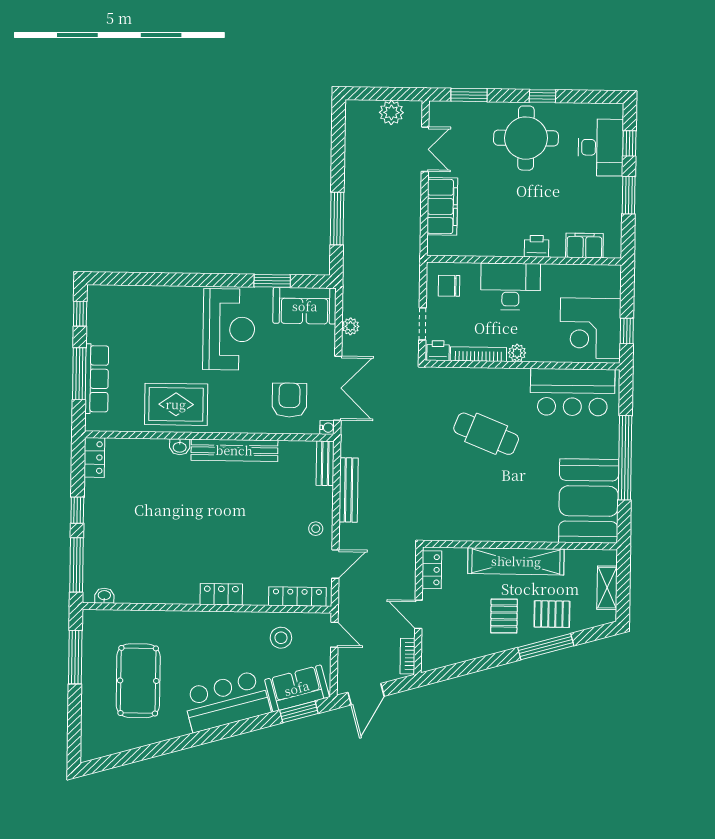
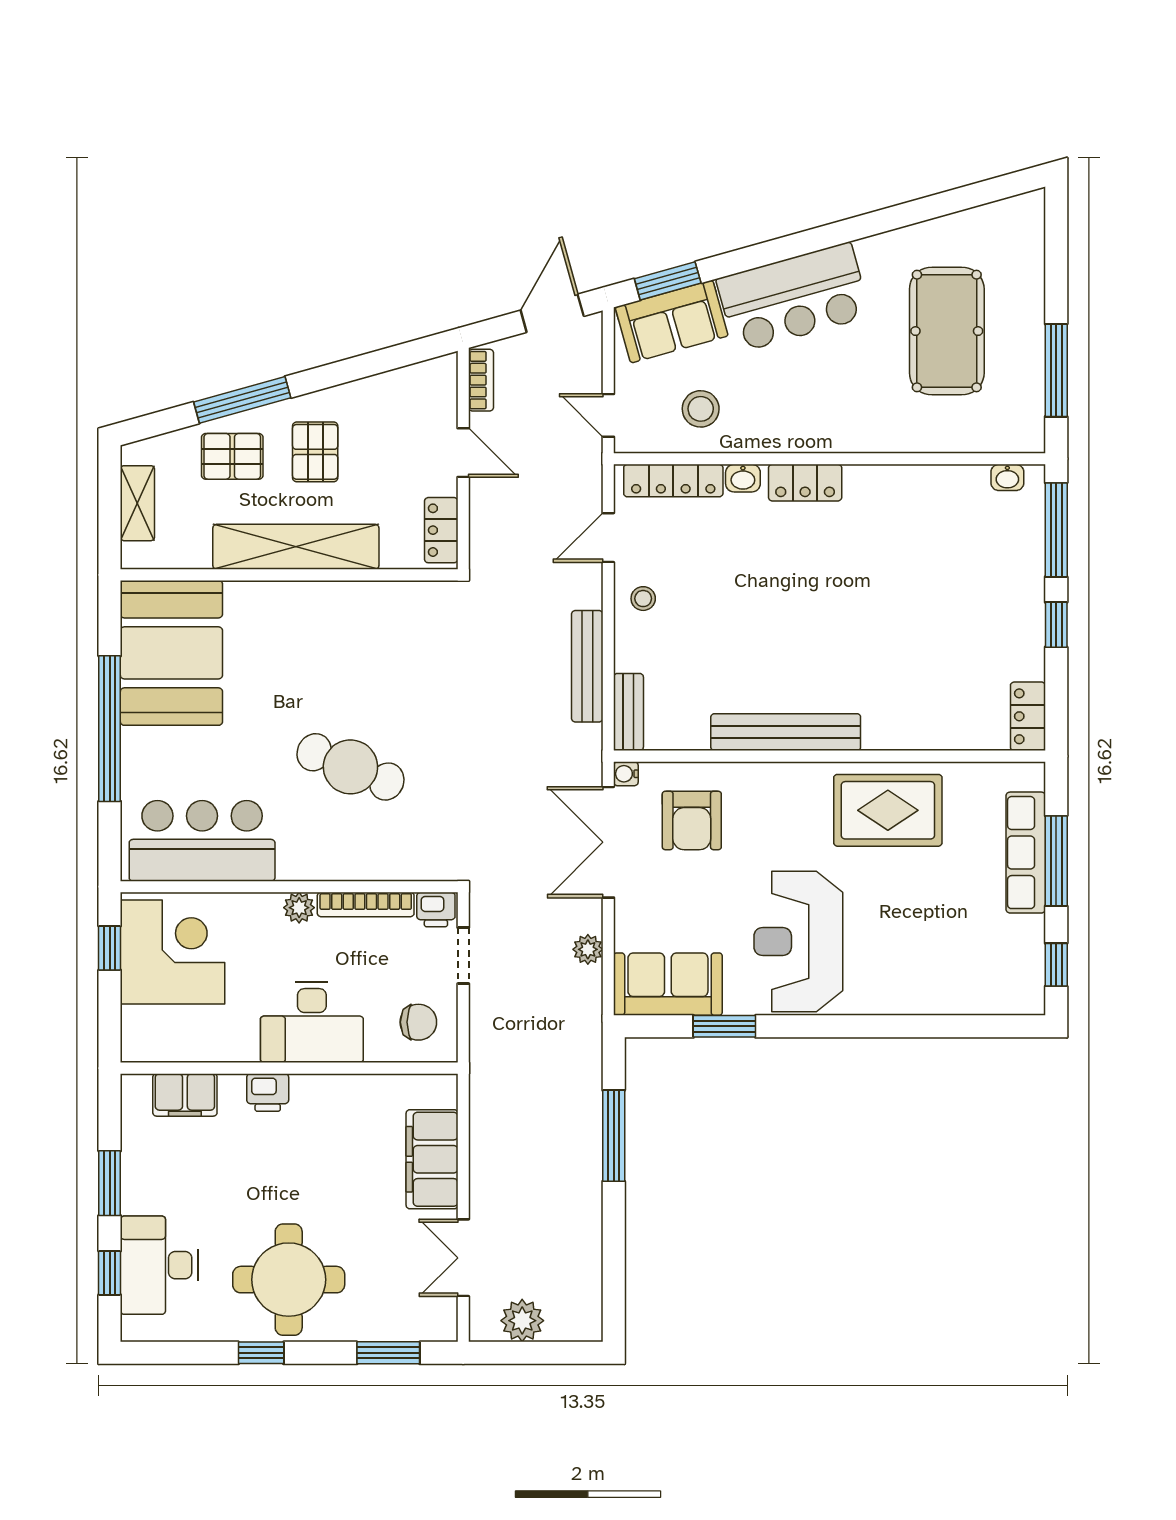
washbasin: (180, 447) -> (743, 478), moved, turned 180

